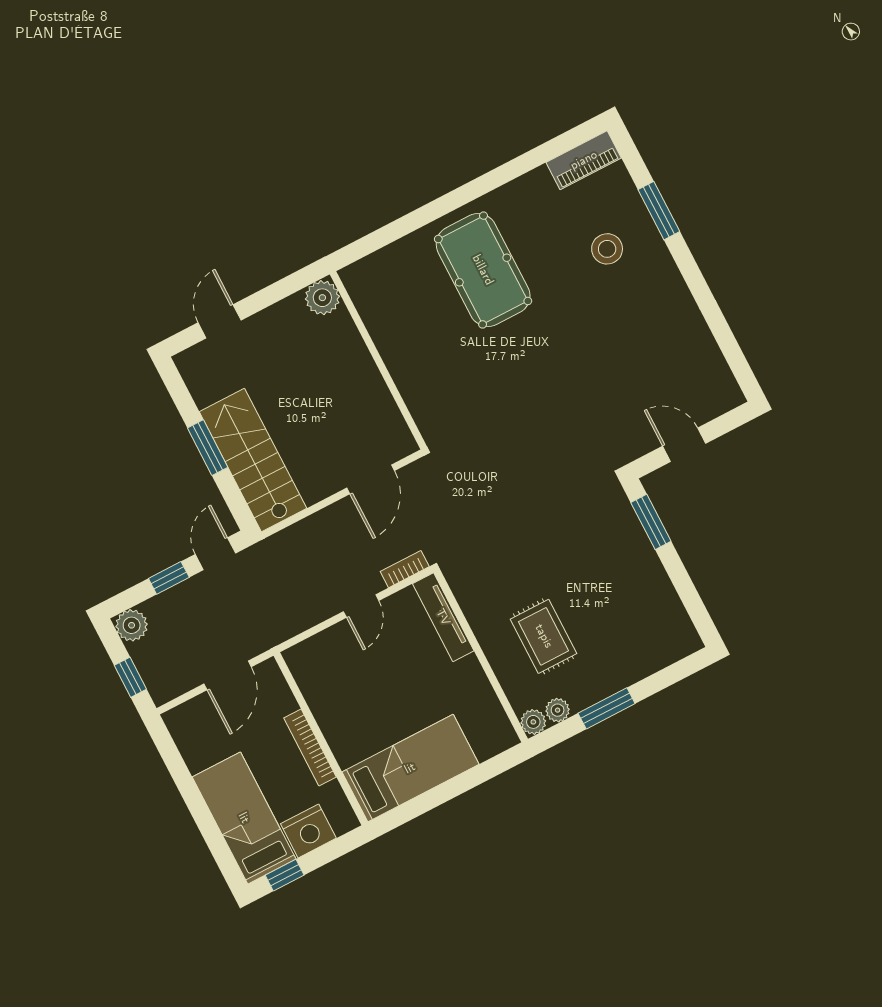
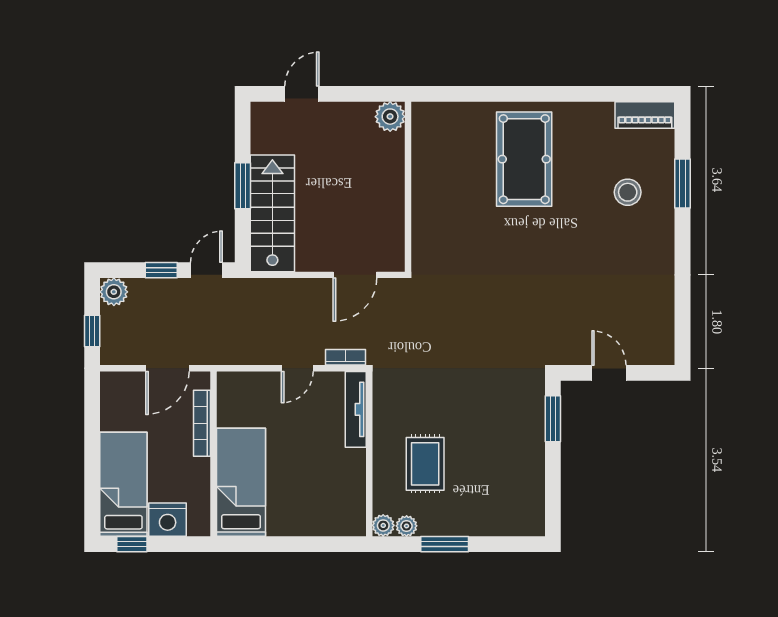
bookcase: (310, 747) -> (202, 423), moved
bed: (410, 768) -> (241, 482), moved, turned -90

